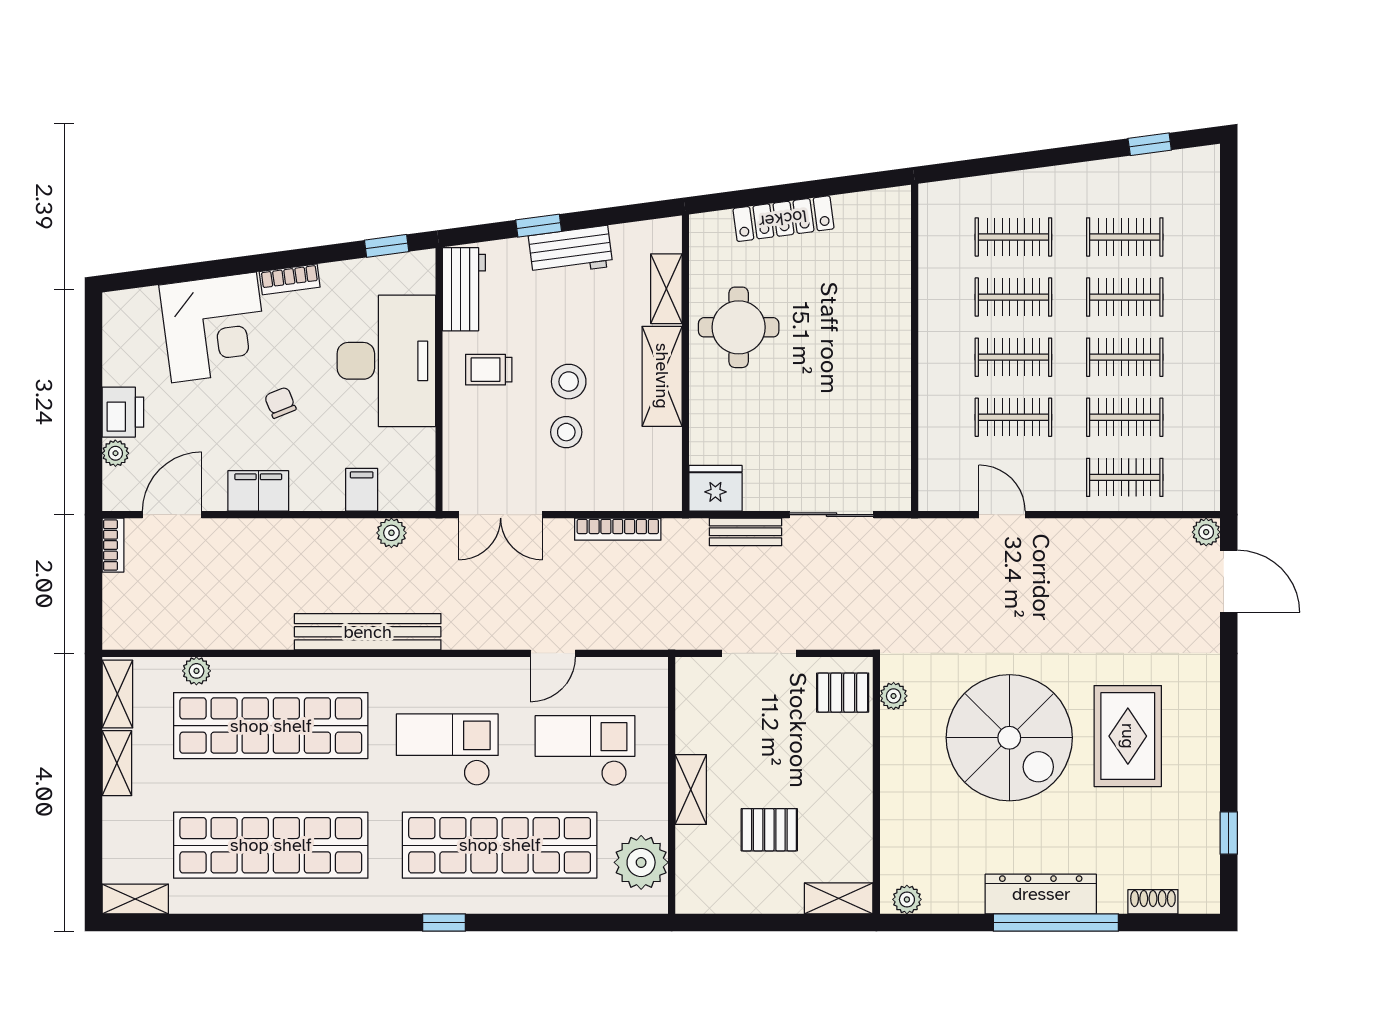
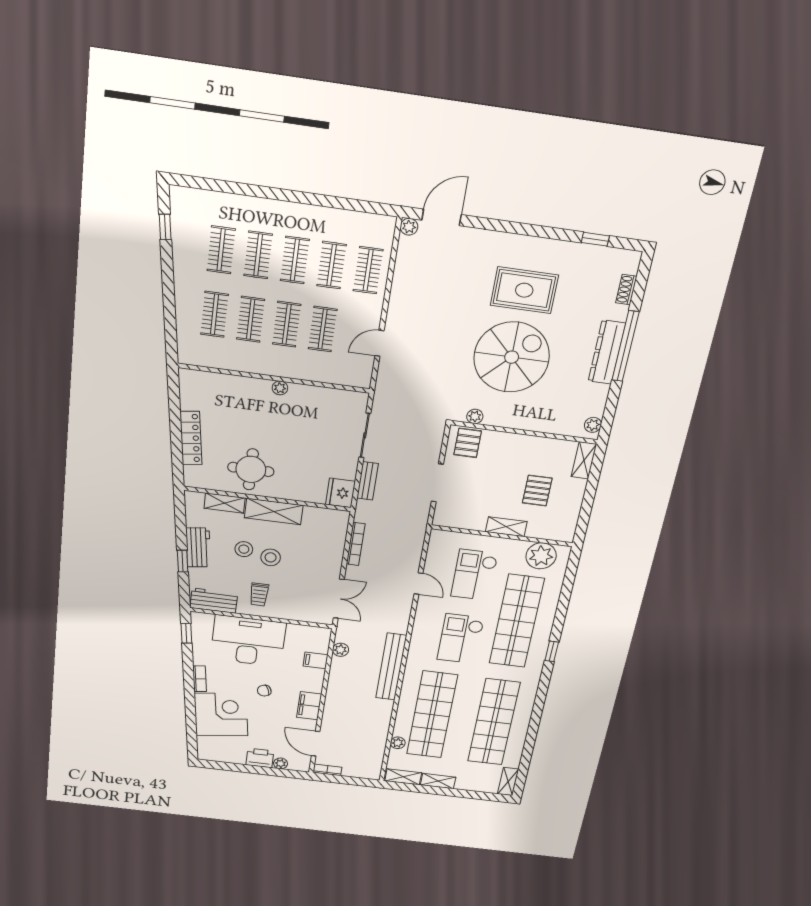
plant: (898, 359) -> (280, 388), added
stool: (566, 432) -> (244, 549), moved

